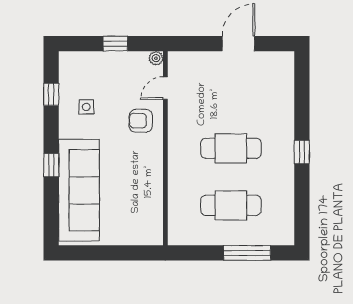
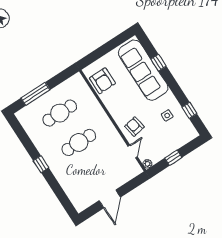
armchair: (141, 121) -> (134, 127), turned -101
window: (51, 165) -> (159, 63), moved
armchair: (144, 212) -> (102, 81), added

